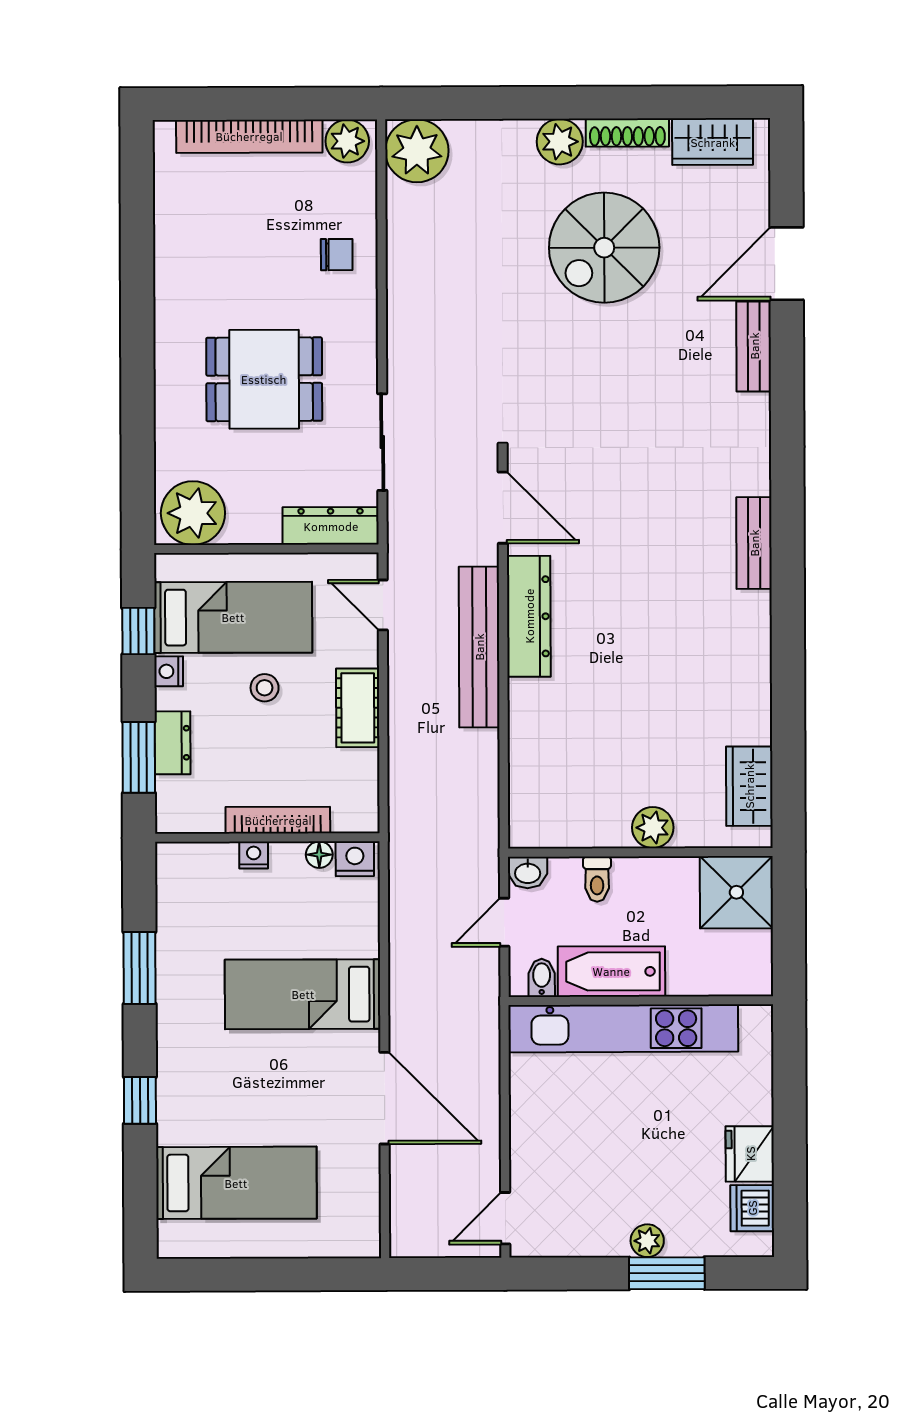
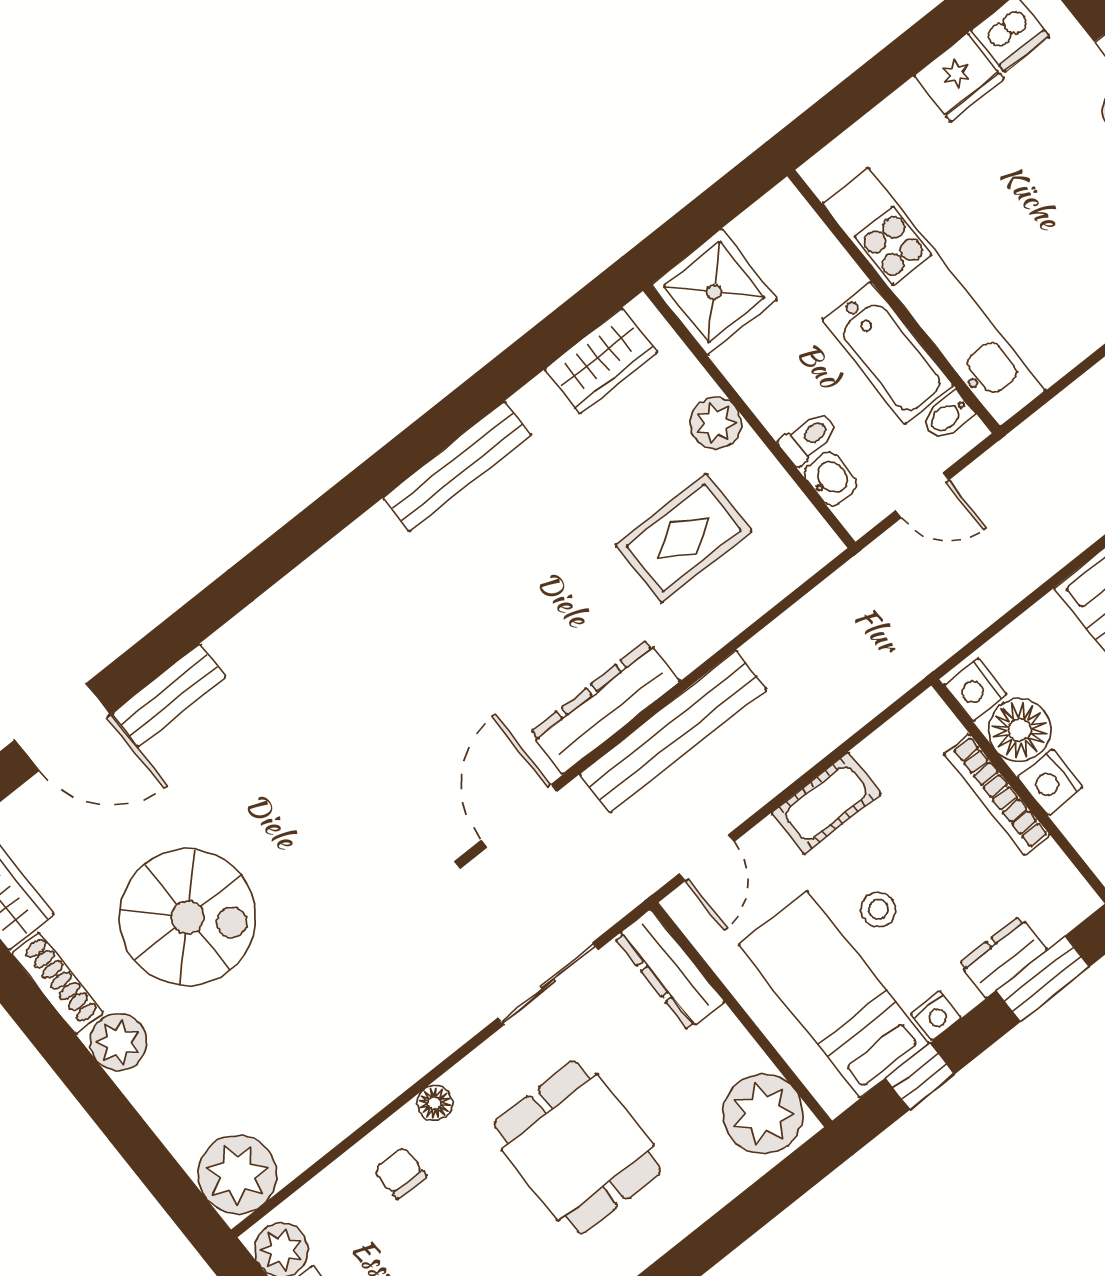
floor lamp: (364, 311) -> (435, 1103), added
bench: (754, 543) -> (457, 466), moved, width x1.36
rug: (596, 750) -> (684, 538), added
nightstand: (254, 855) -> (1050, 782), width x1.39, depth x1.35
floor lamp: (319, 855) -> (1019, 730), width x1.89, depth x1.89
washbasin: (528, 872) -> (830, 479), moved

